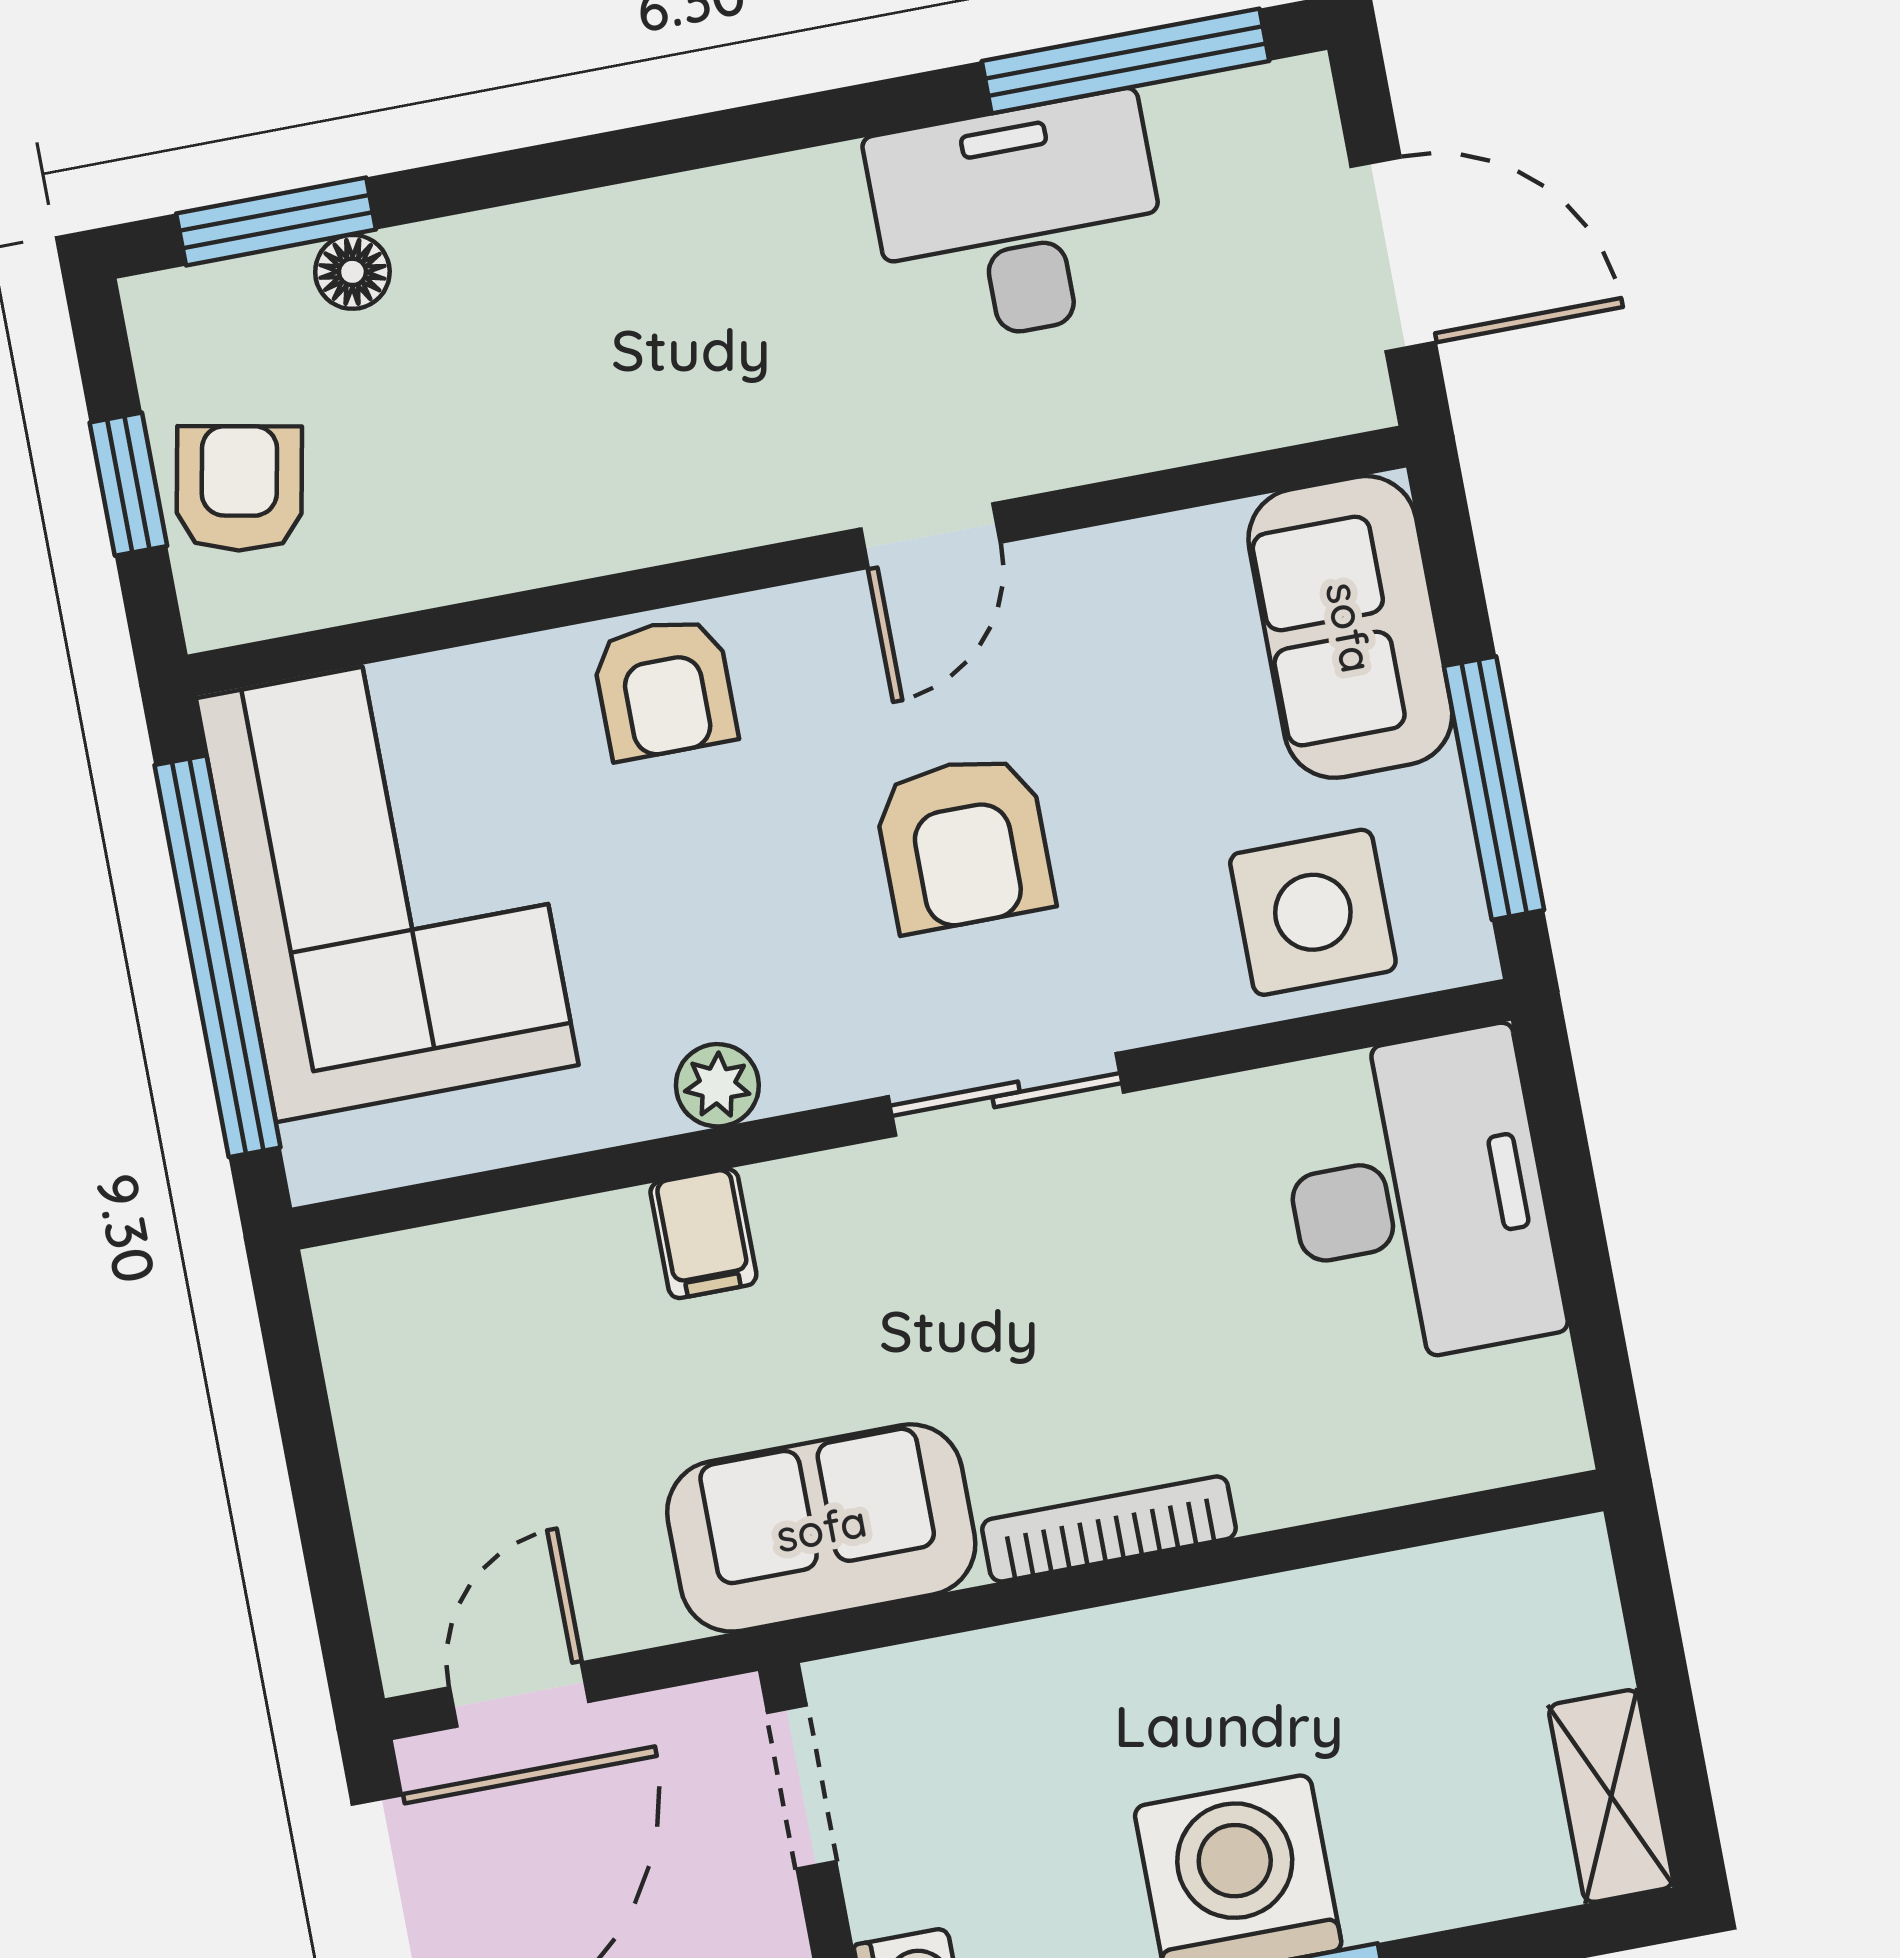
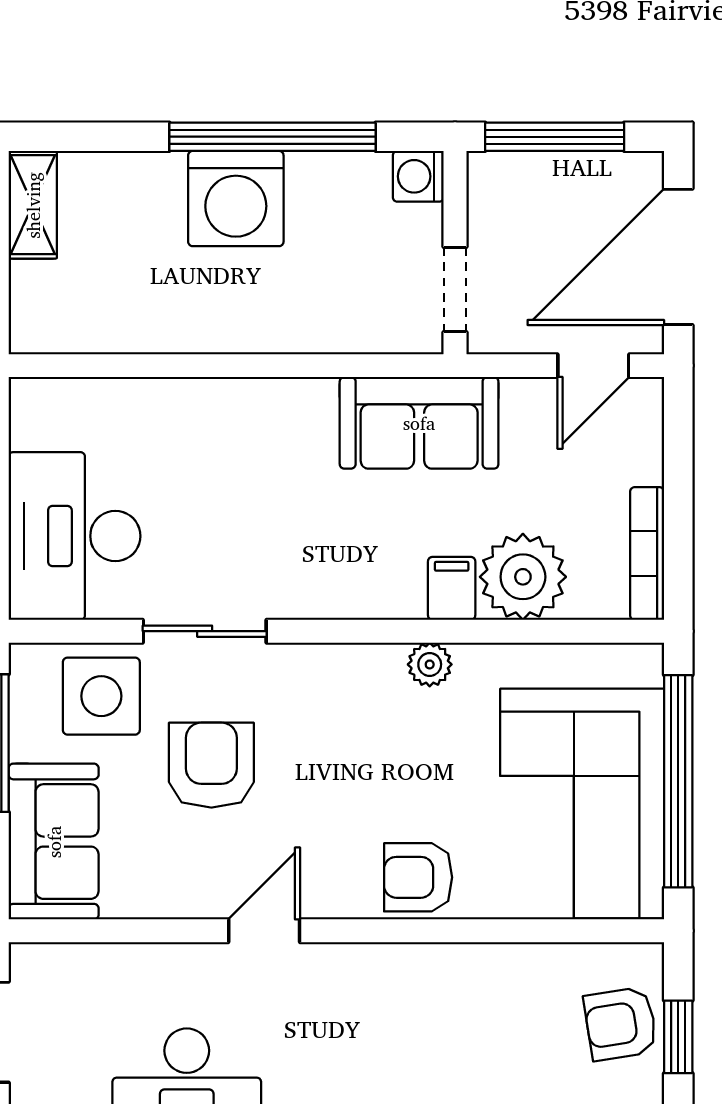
armchair: (239, 488) -> (621, 1024), turned 70
armchair: (664, 688) -> (418, 877), turned -90
armchair: (964, 843) -> (211, 765), moved
sliding door: (1006, 1094) -> (205, 631), moved
plant: (576, 1280) -> (523, 577), added
bookcase: (1109, 1529) -> (647, 554), moved, turned 90

